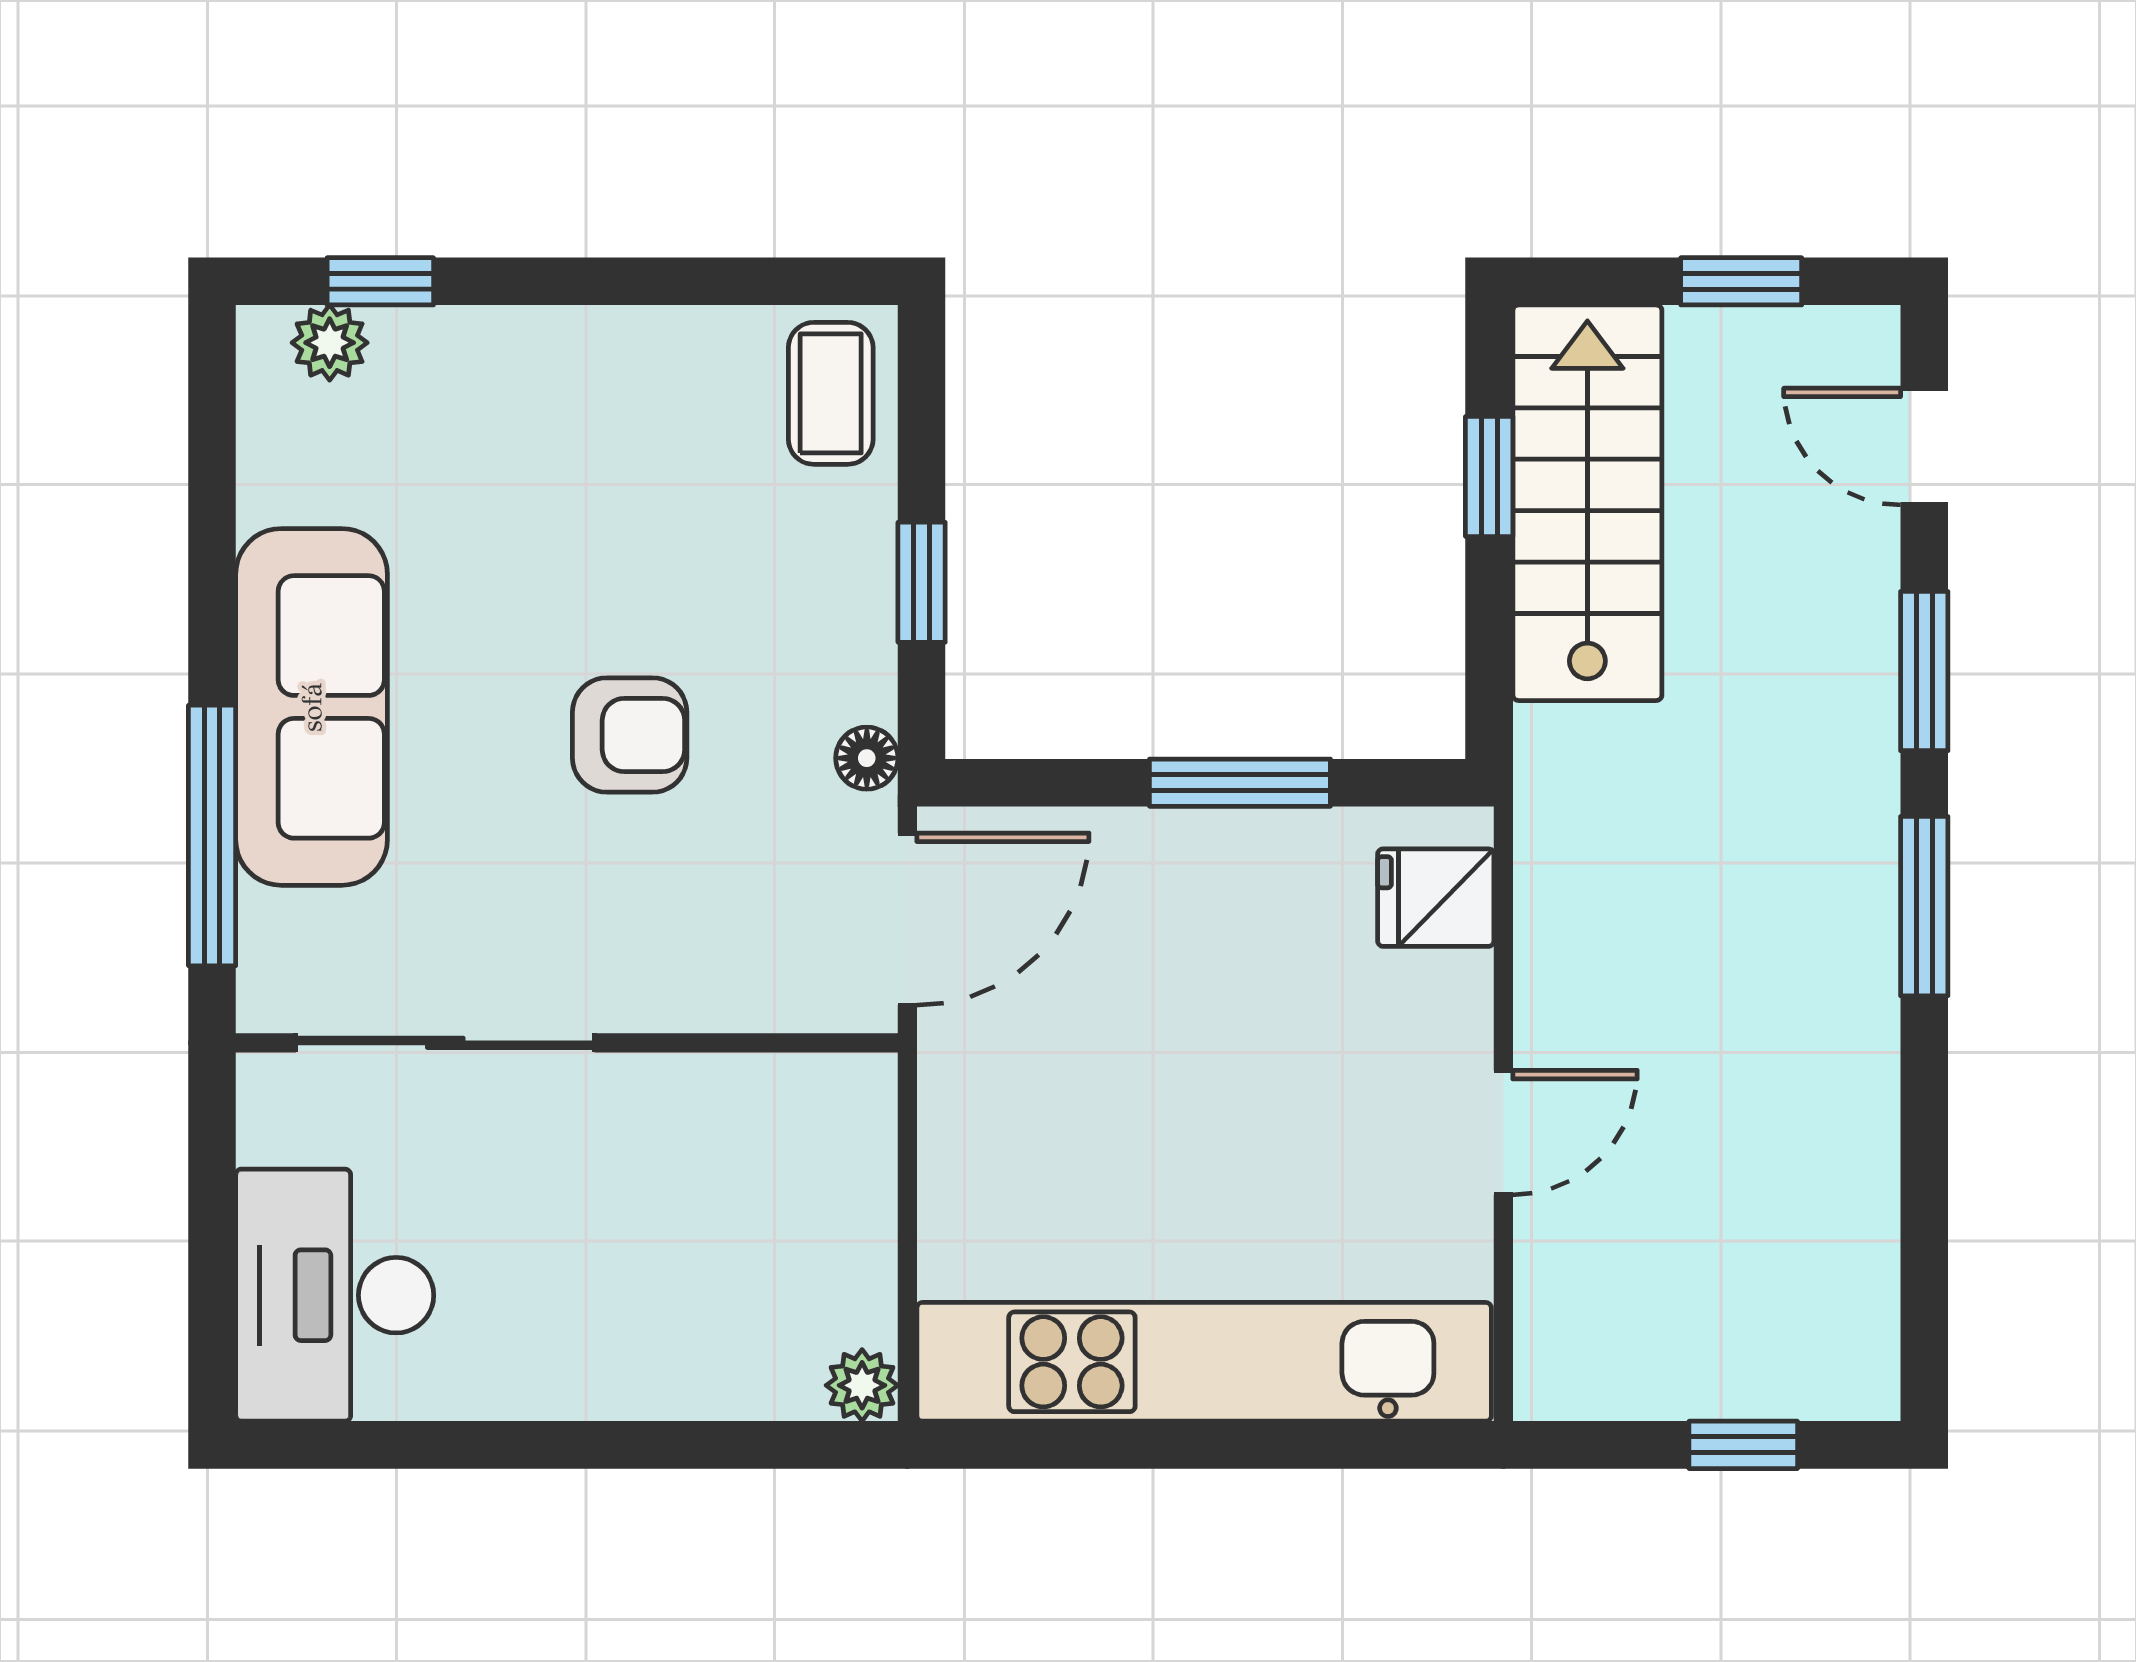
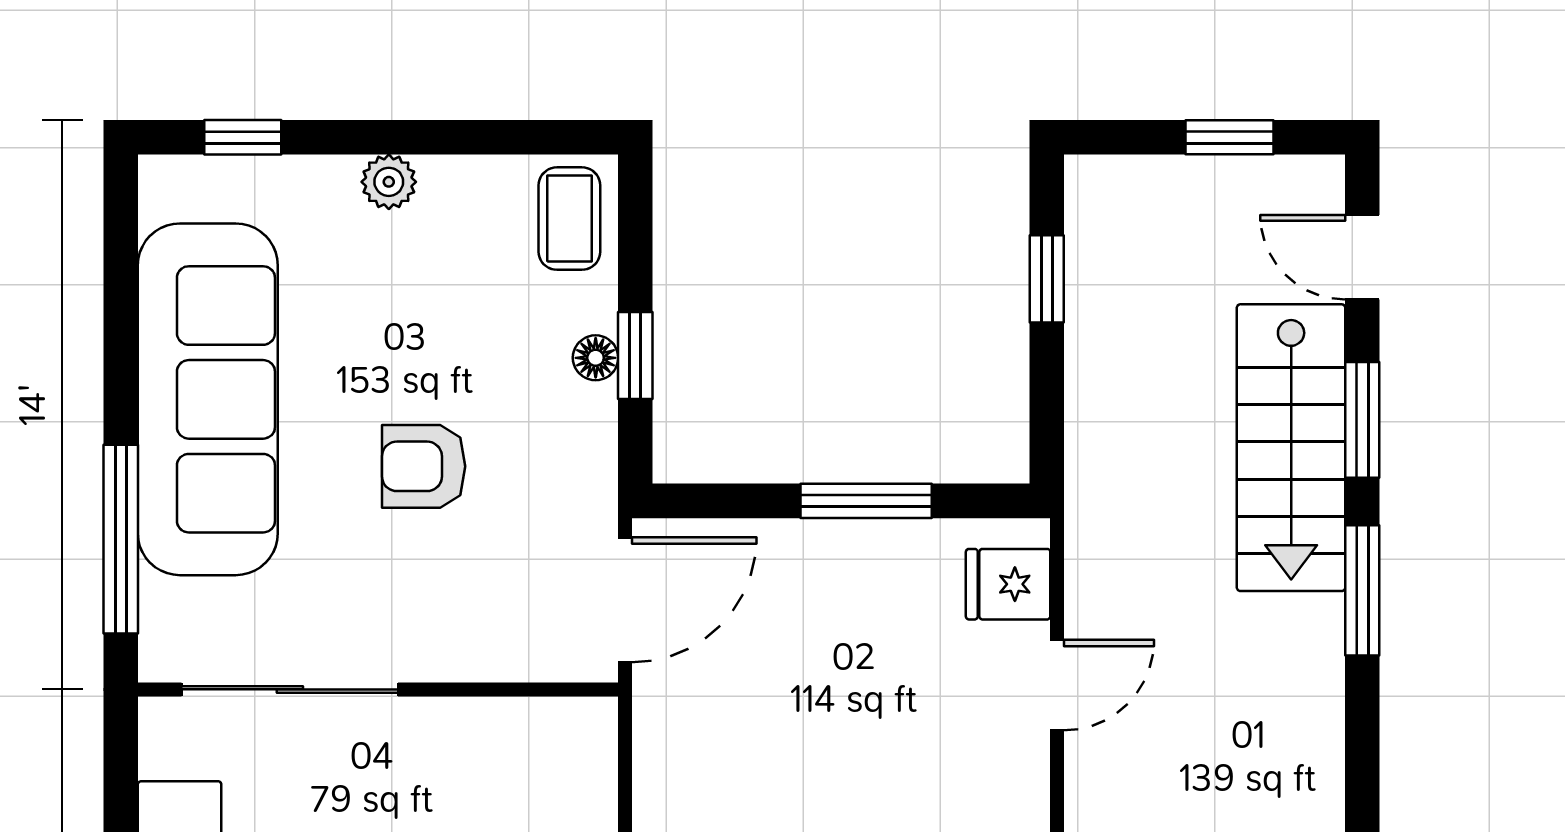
plant: (330, 343) -> (389, 182), moved
stairs: (1587, 503) -> (1291, 448), moved, turned 180
sofa: (312, 707) -> (208, 399), width x1.36, depth x1.27
armchair: (630, 735) -> (424, 466), turned 180
floor lamp: (867, 758) -> (596, 358), moved
door: (1503, 1133) -> (1057, 685), moved

